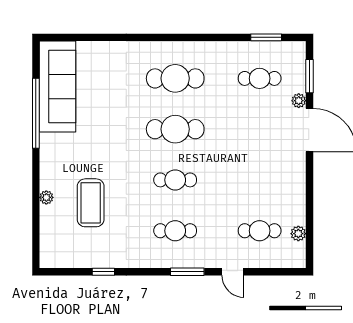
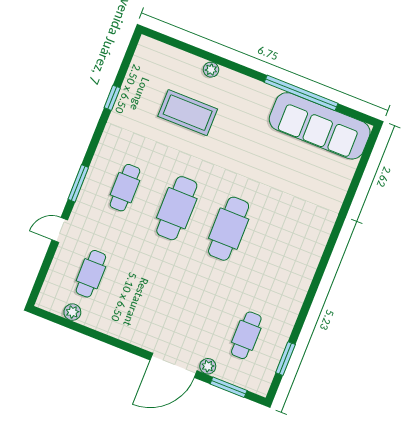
cafe table: (175, 78) -> (280, 249), removed
cafe table: (175, 180) -> (177, 208), width x1.37, depth x1.35

